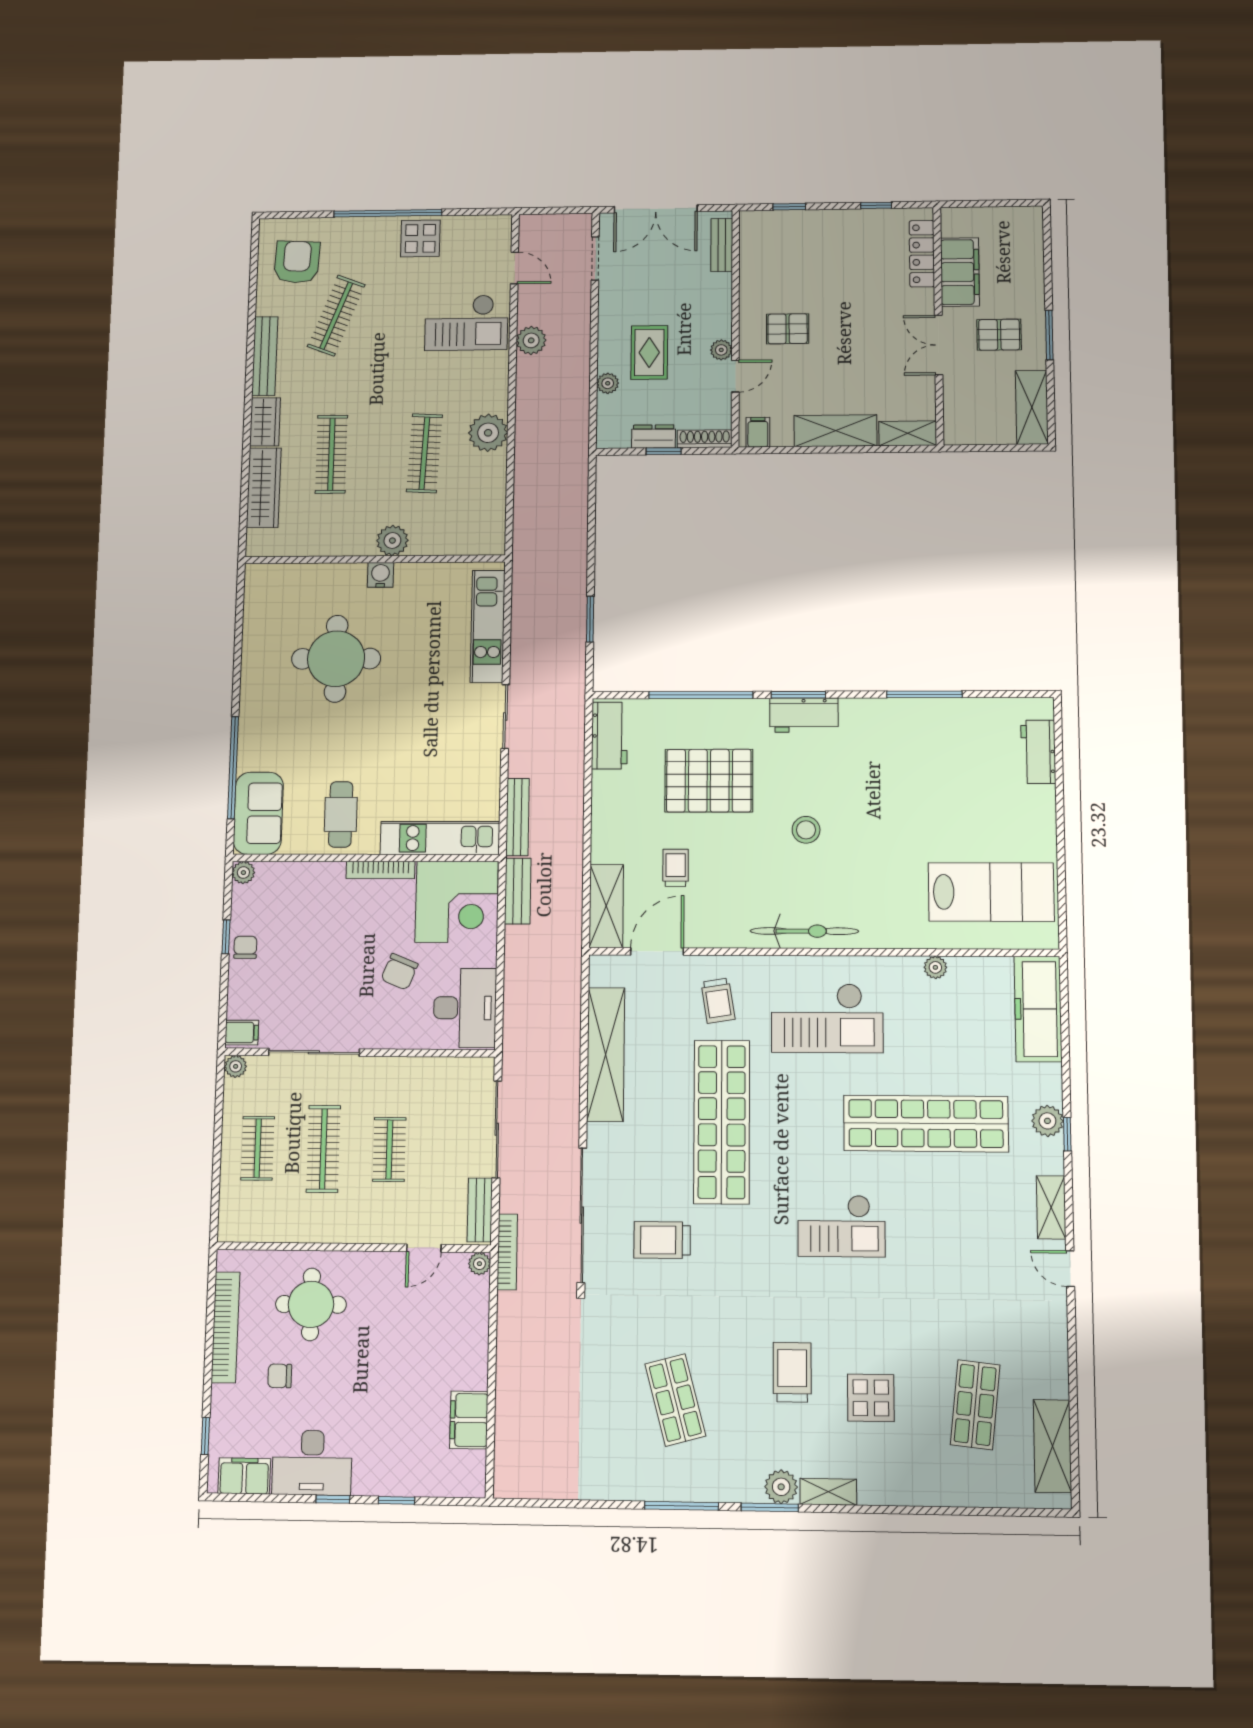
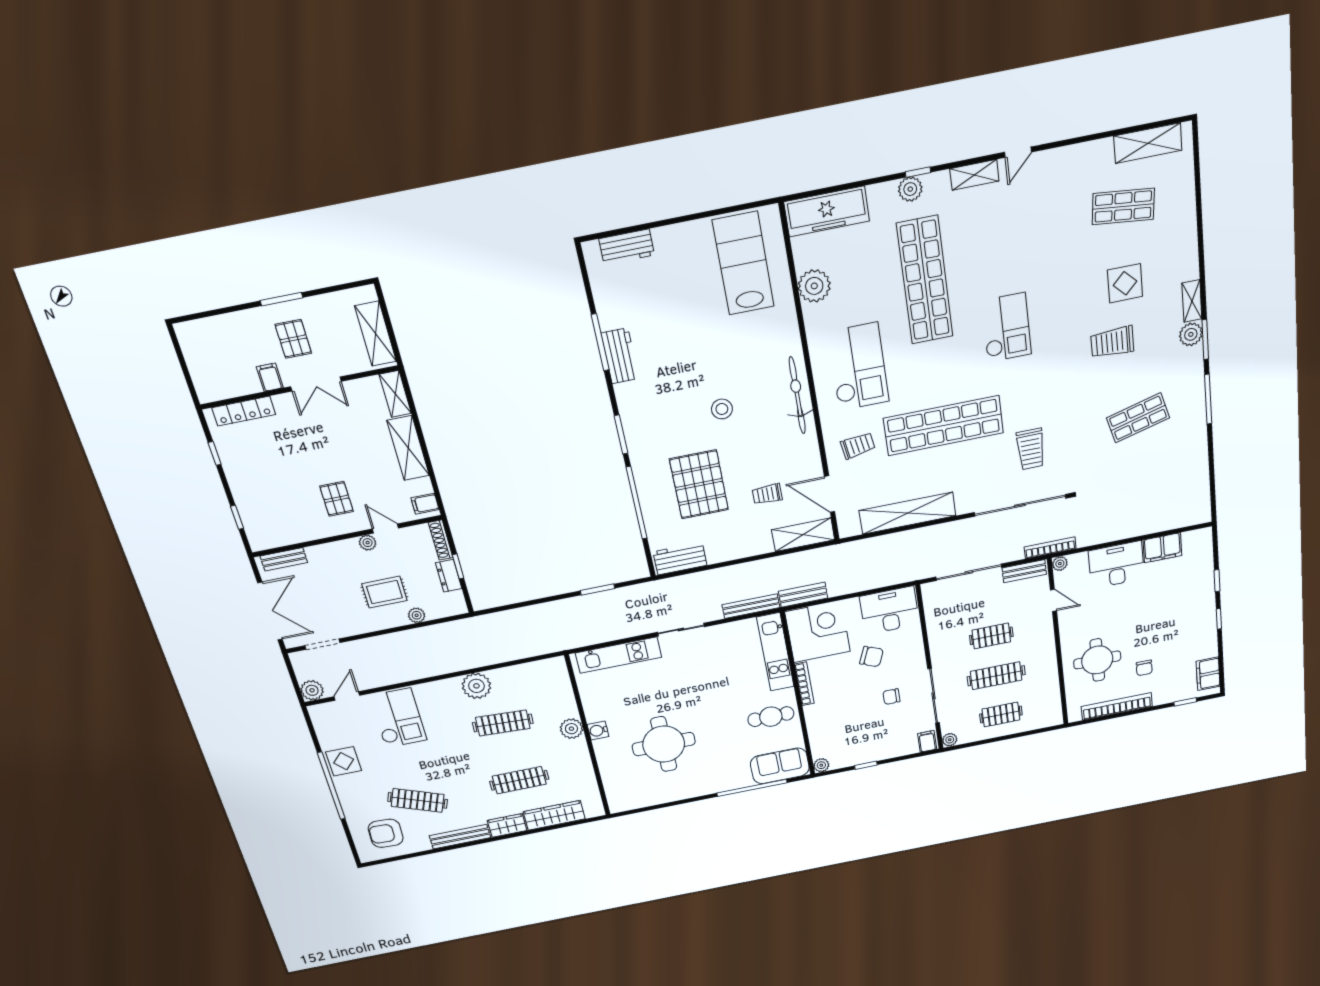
filing cabinet: (960, 272) -> (270, 377), width x0.33, depth x0.86
plant: (531, 340) -> (312, 690), moved
shelving: (1032, 407) -> (376, 334), moved, turned 90
workbench: (804, 715) -> (620, 356), moved
chair: (245, 947) -> (891, 697), moved
plant: (935, 967) -> (814, 286), width x1.87, depth x1.87
desk: (312, 1463) -> (1116, 565), moved, turned -90

